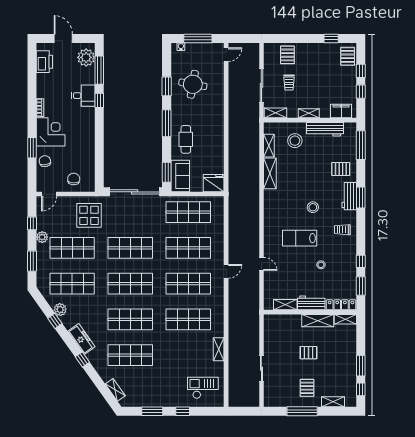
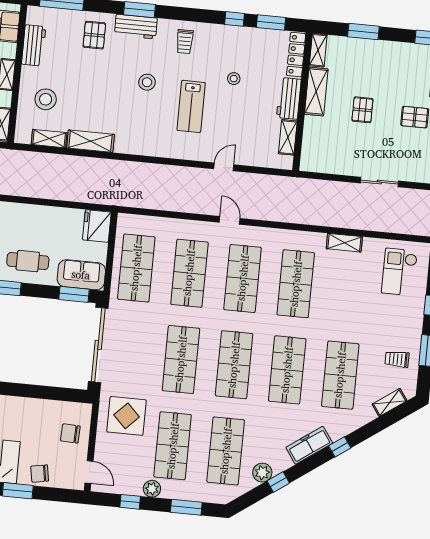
workbench: (325, 129) -> (34, 45), width x0.73
window: (361, 366) -> (363, 32), moved
trolley: (145, 392) -> (397, 359), added

